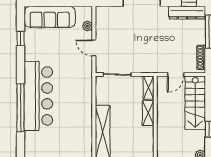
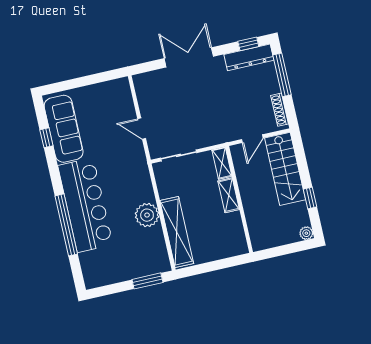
sofa: (50, 17) -> (64, 129), moved, turned -90
plant: (87, 26) -> (147, 215), moved, width x1.88, depth x1.88

